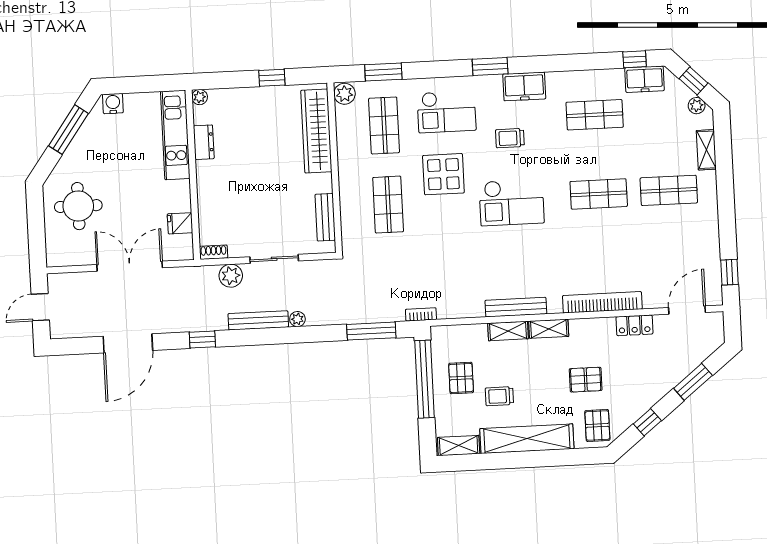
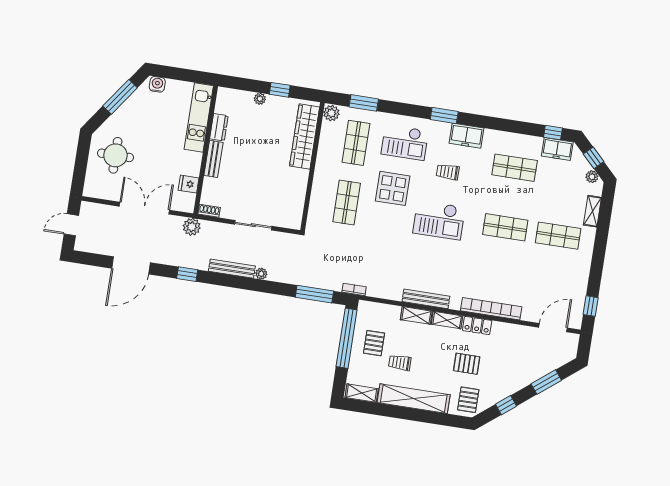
plant: (200, 97) -> (260, 99), moved
bench: (325, 217) -> (213, 159), moved
plant: (231, 276) -> (192, 227), moved
locker: (634, 325) -> (477, 325), moved

